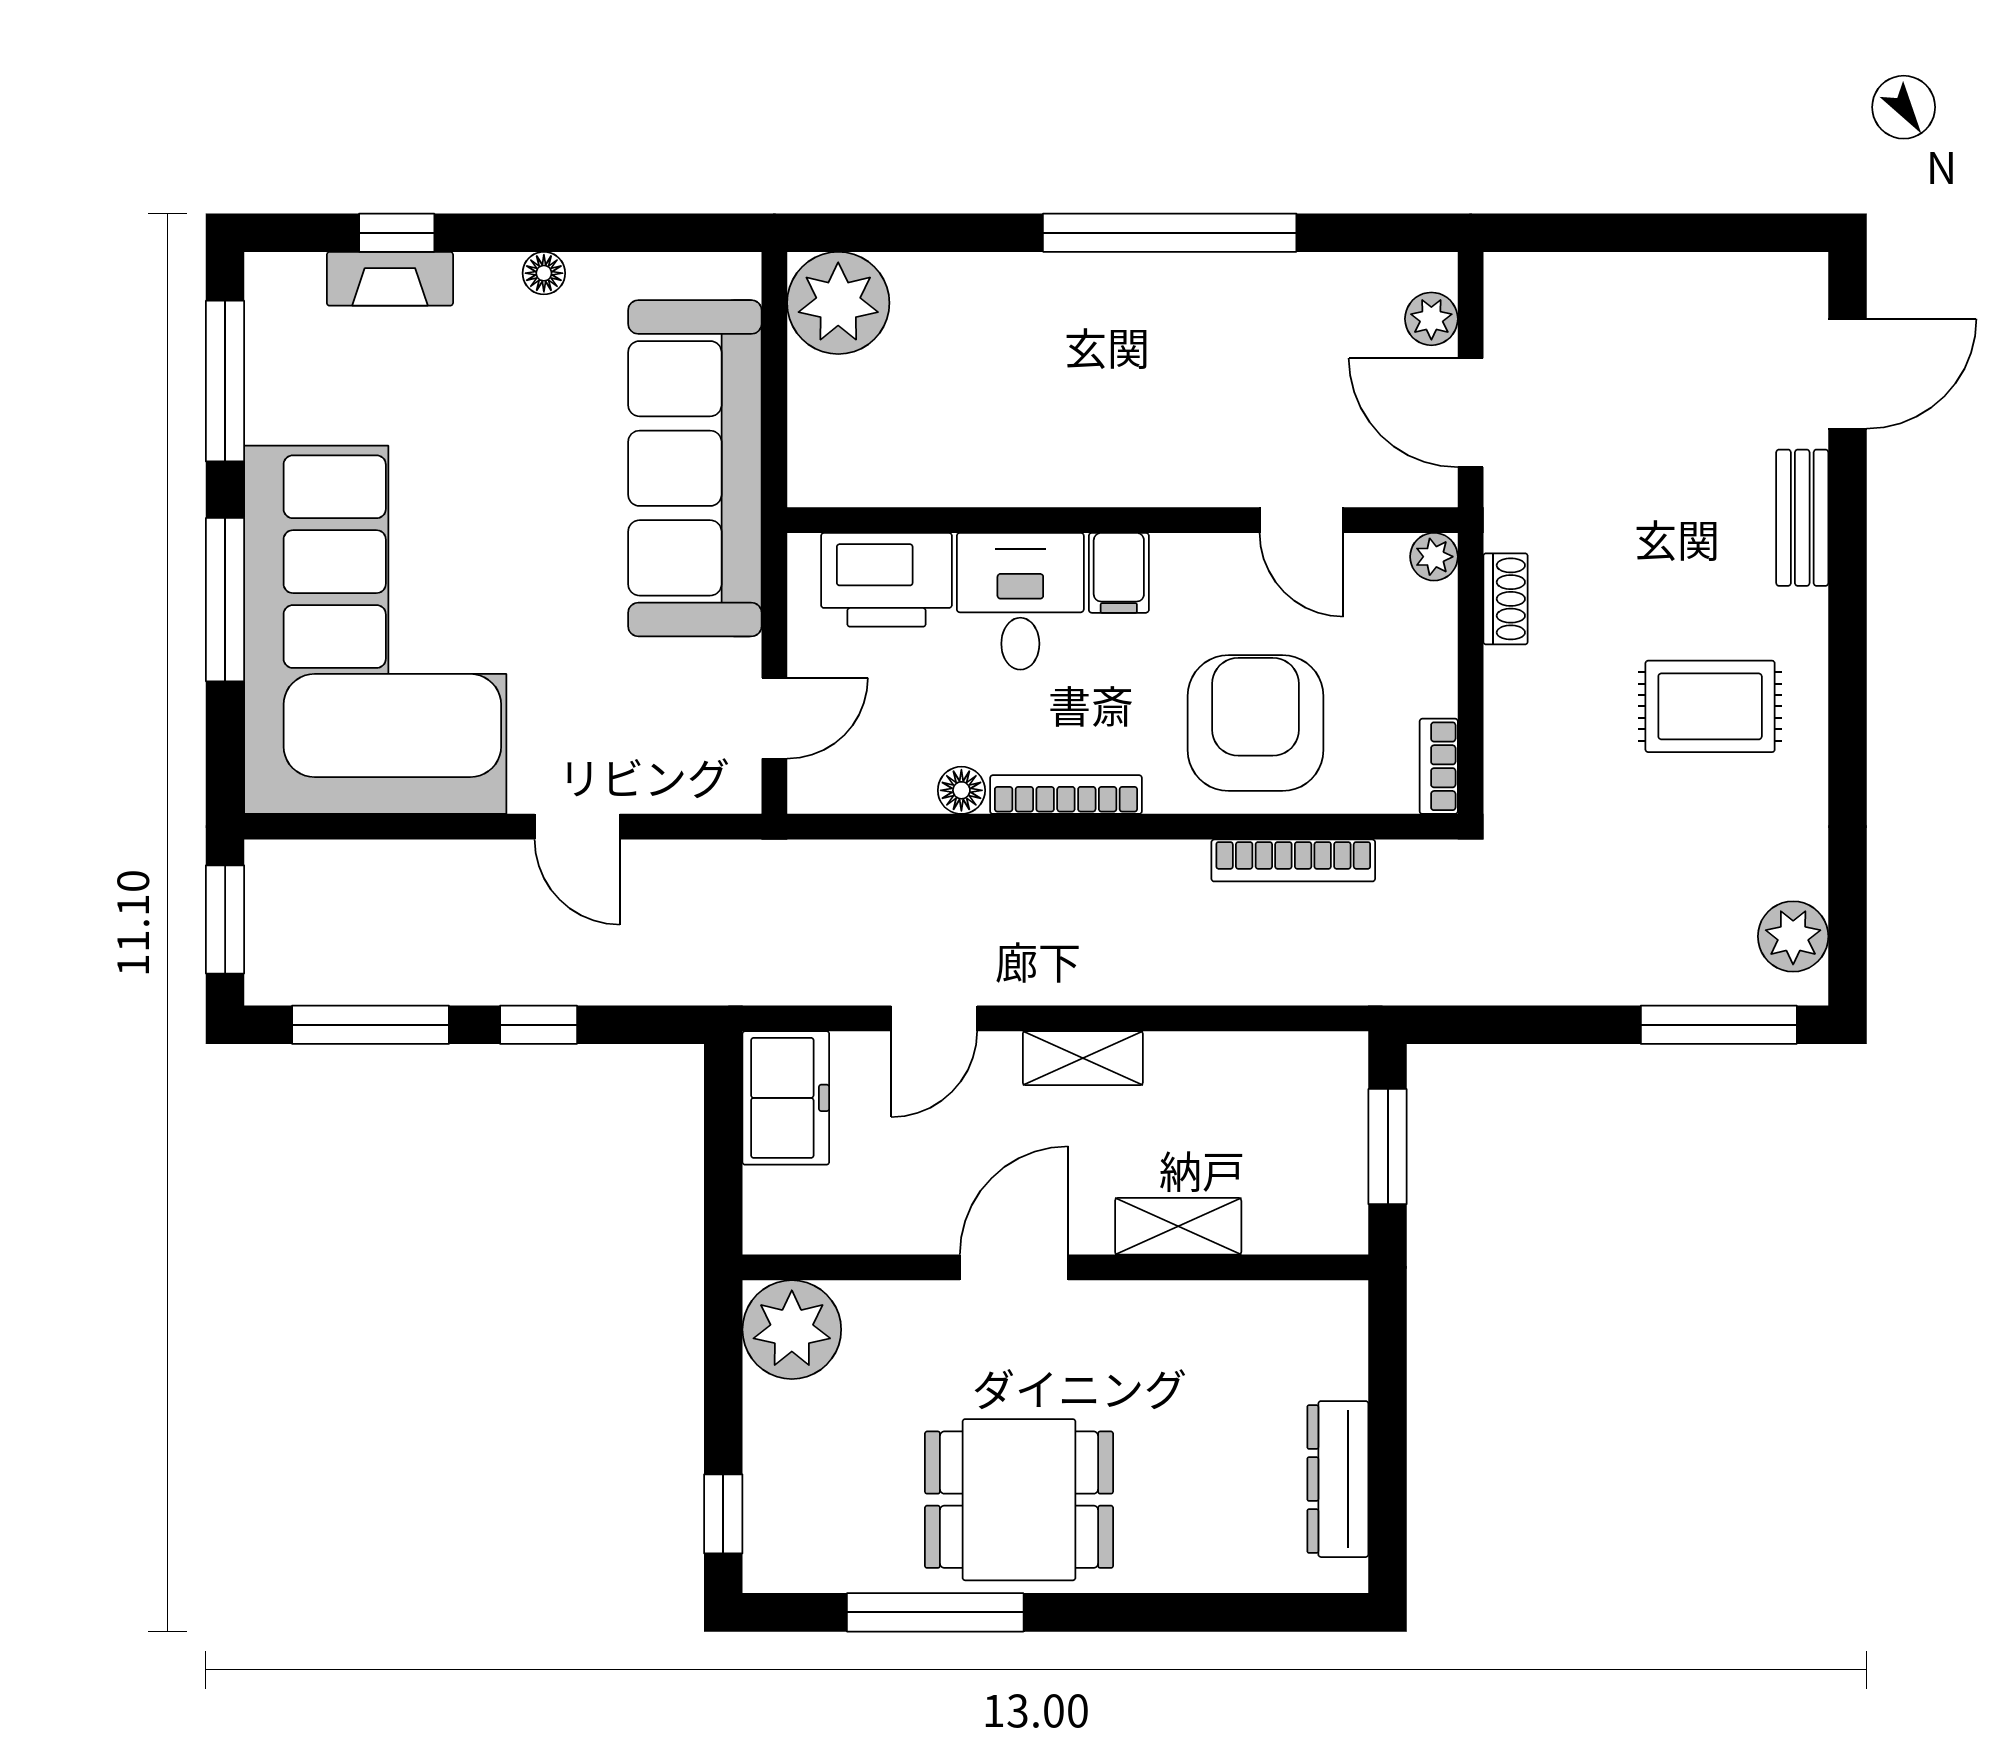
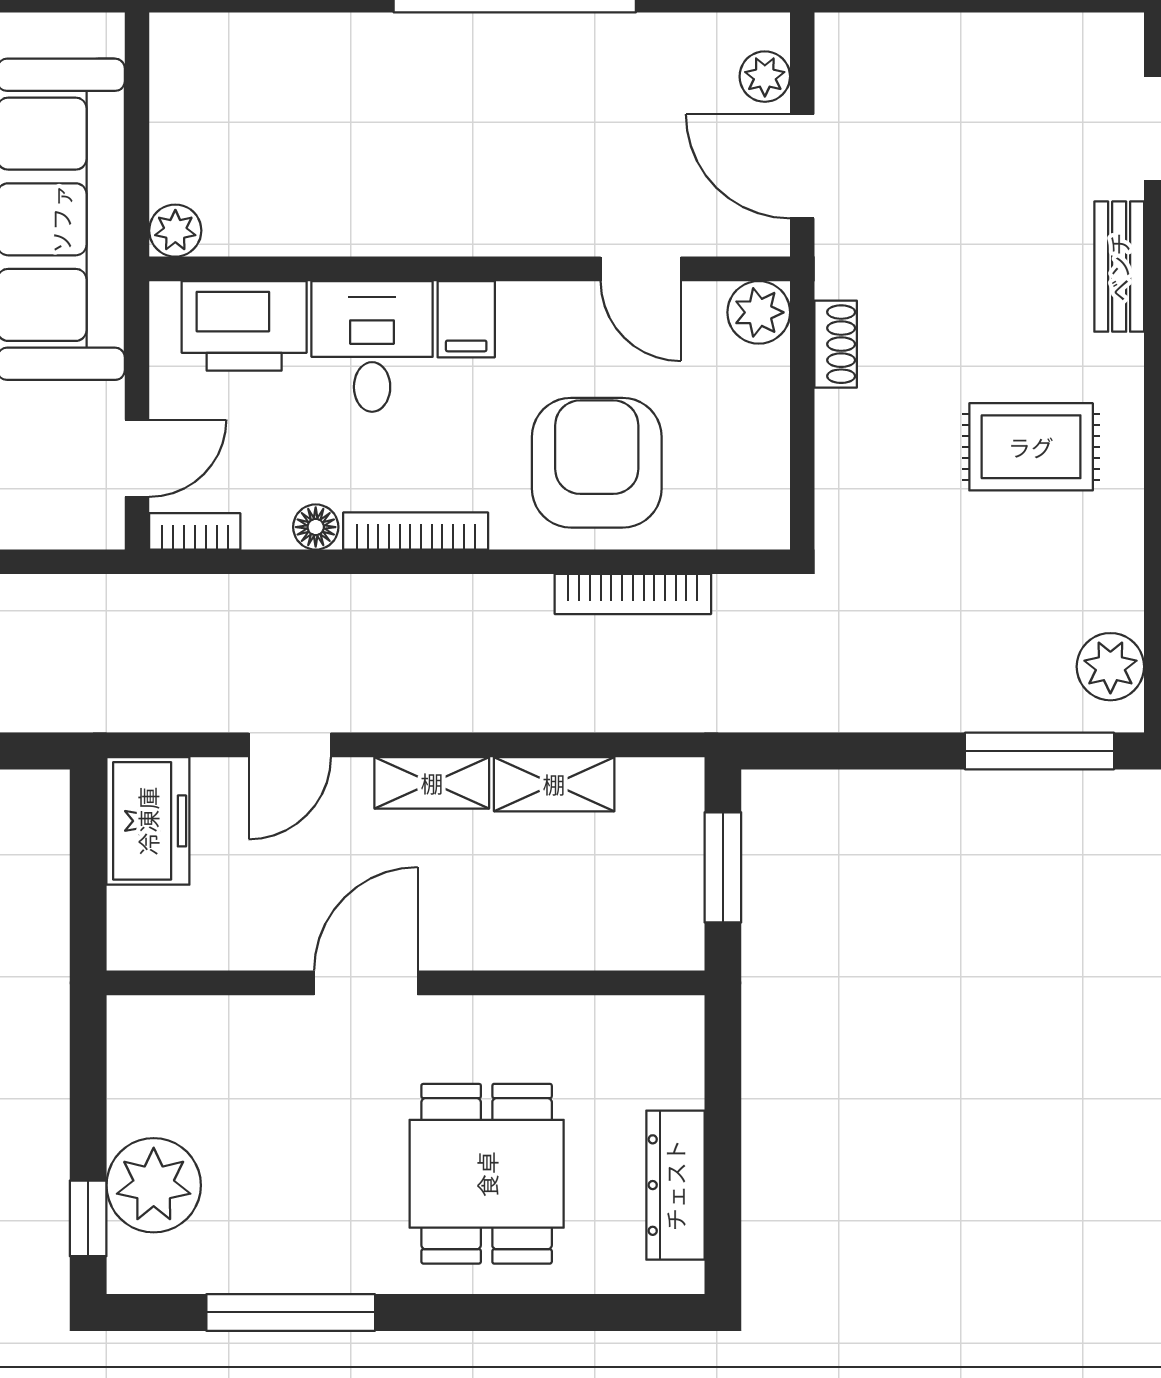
plant: (838, 303) -> (175, 231), moved, width x0.53, depth x0.53
plant: (1434, 557) -> (759, 312), width x1.38, depth x1.38
bookcase: (1439, 766) -> (195, 531), moved, turned 90
shelving: (1178, 1226) -> (554, 784), moved
plant: (792, 1330) -> (154, 1185), moved
dining table: (1019, 1500) -> (487, 1174), moved, turned 90

